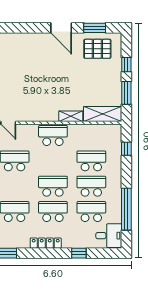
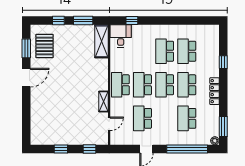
shelving: (71, 116) -> (103, 102), moved
school desk: (91, 161) -> (142, 85), moved
window: (126, 209) -> (185, 21), removed
desk: (109, 236) -> (121, 36), moved

